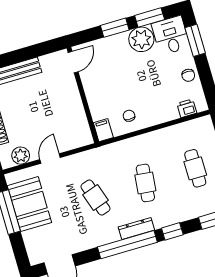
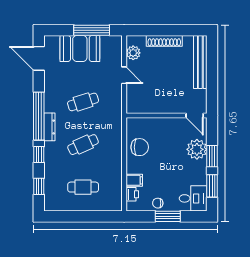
plant: (141, 39) -> (197, 149), moved
window: (195, 40) -> (168, 216), moved
chair: (129, 116) -> (140, 147), width x1.87, depth x1.87
filing cabinet: (103, 130) -> (134, 180), moved
cafe table: (145, 183) -> (83, 145), turned -30
booth: (29, 204) -> (80, 48), moved

